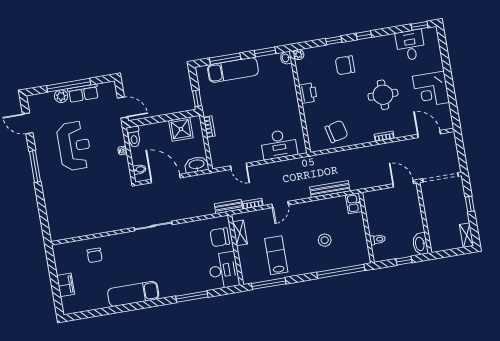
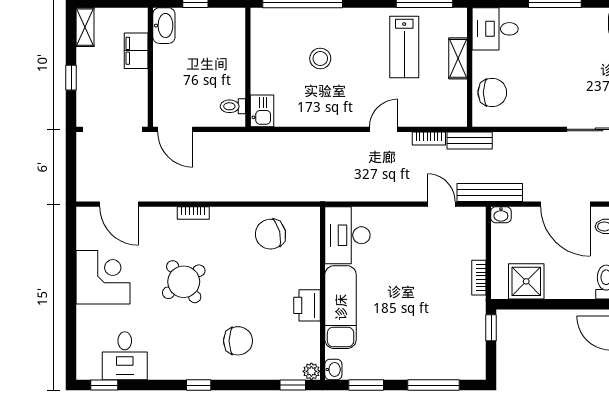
window: (334, 40) -> (293, 385), moved
exam couch: (233, 70) -> (341, 307), moved, turned 90
round table: (383, 95) -> (184, 282), turned -36
desk: (279, 144) -> (347, 235), moved, turned -90
washbasin: (197, 165) -> (501, 215), width x0.52, depth x0.69
bench: (330, 189) -> (490, 192), moved
filing cabinet: (434, 226) -> (136, 51), added
shelving: (240, 233) -> (458, 58), moved
toilet: (378, 239) -> (233, 106), moved
desk: (224, 270) -> (495, 29), width x0.73

